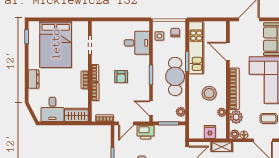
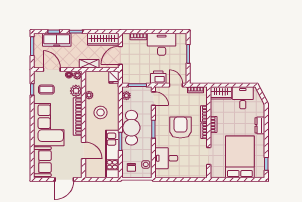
armchair: (121, 77) -> (180, 128), width x1.88, depth x1.88
door: (126, 123) -> (176, 85), hinge flipped
fridge: (210, 132) -> (114, 77), moved

